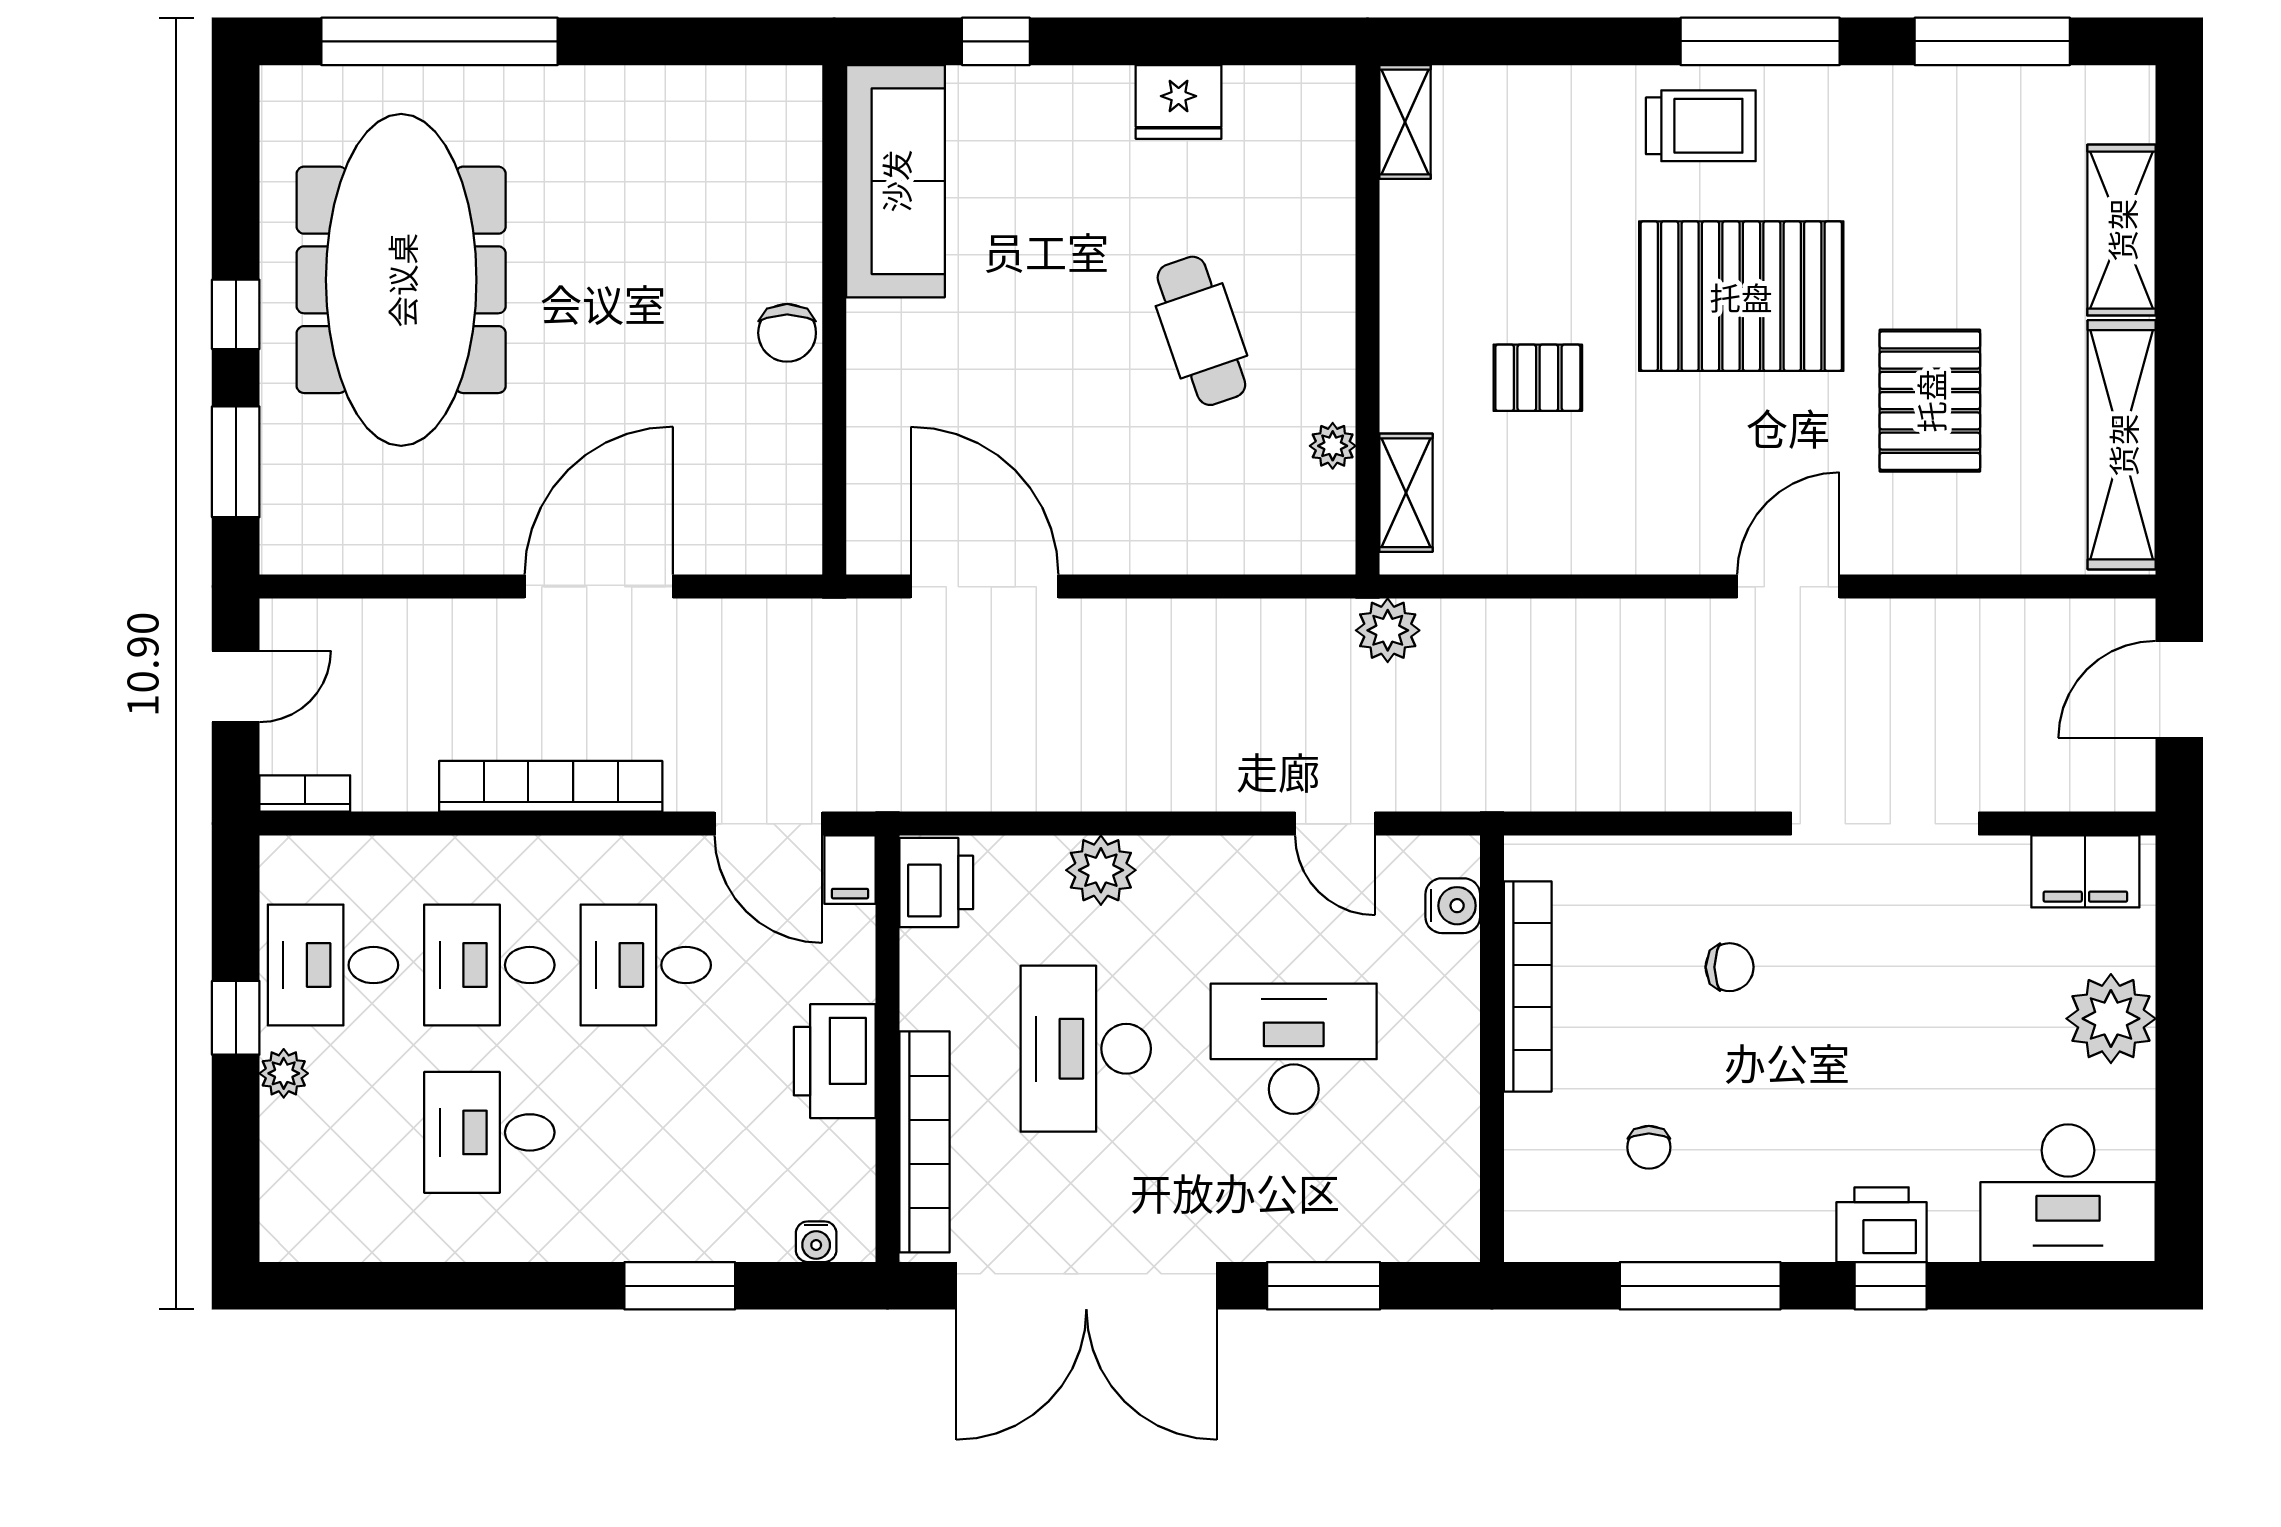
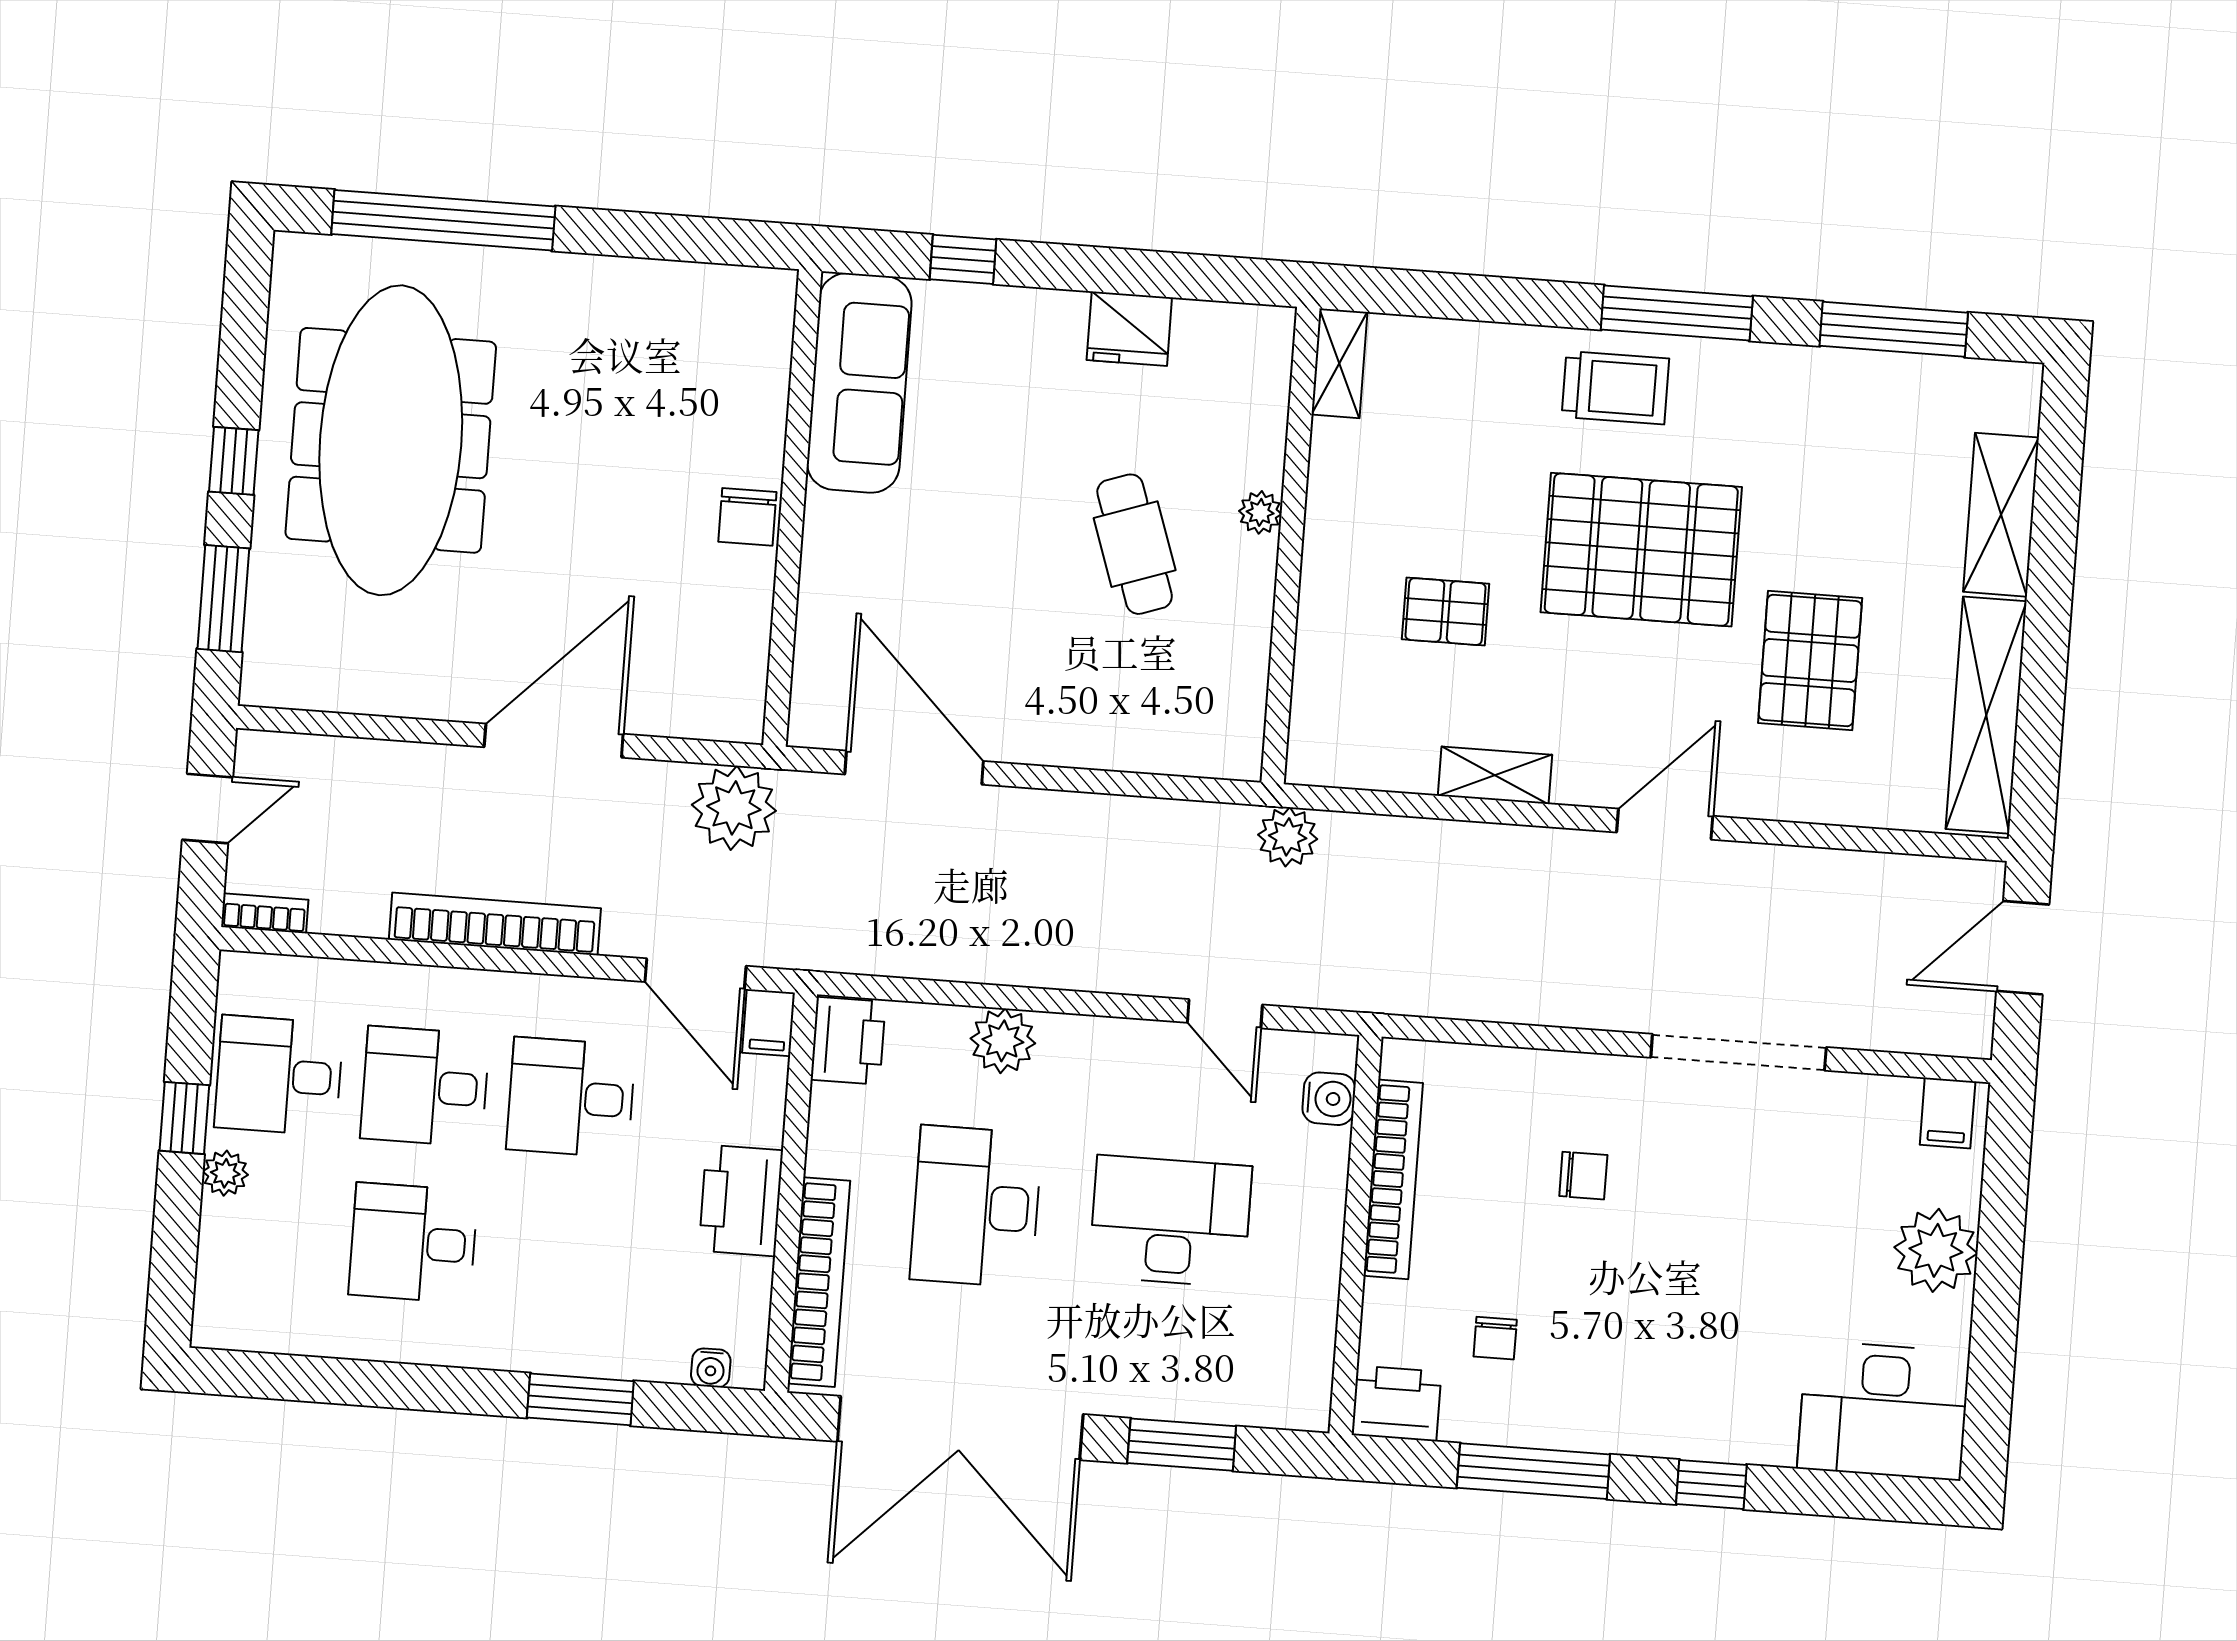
plant: (1333, 446) -> (1260, 512), moved
shelving: (1406, 493) -> (1495, 775), moved, turned 90
plant: (796, 644) -> (734, 808), added
filing cabinet: (2085, 871) -> (1948, 1113), width x0.50
printer: (1882, 1225) -> (1396, 1403), moved

